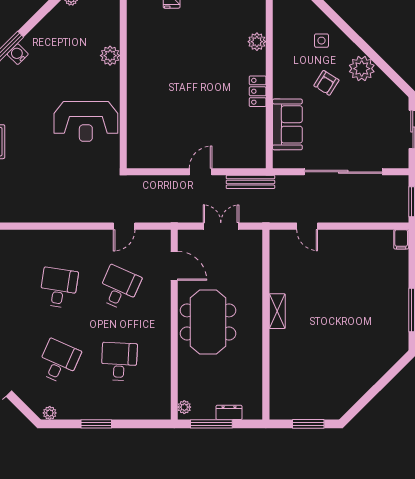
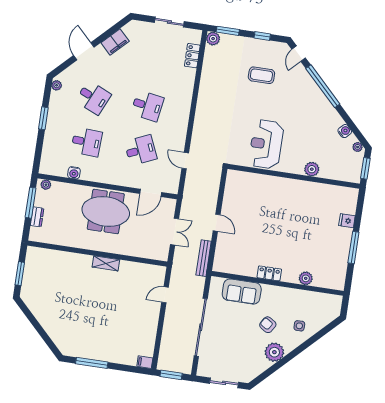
water cooler: (18, 54) -> (345, 131), moved
desk: (119, 288) -> (141, 150), turned -48
water cooler: (163, 372) -> (74, 173), added

